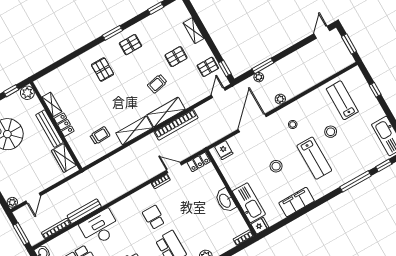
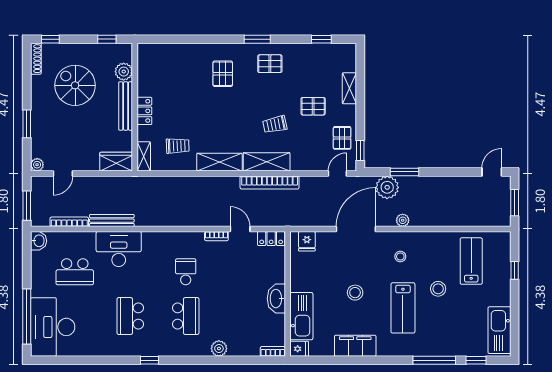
pallet: (208, 67) -> (342, 138), turned 90
plant: (259, 77) -> (387, 187), width x1.88, depth x1.88
plant: (27, 93) -> (124, 72), moved
shelving: (52, 104) -> (144, 156), moved
wardrobe: (64, 158) -> (116, 162), moved, turned 90

